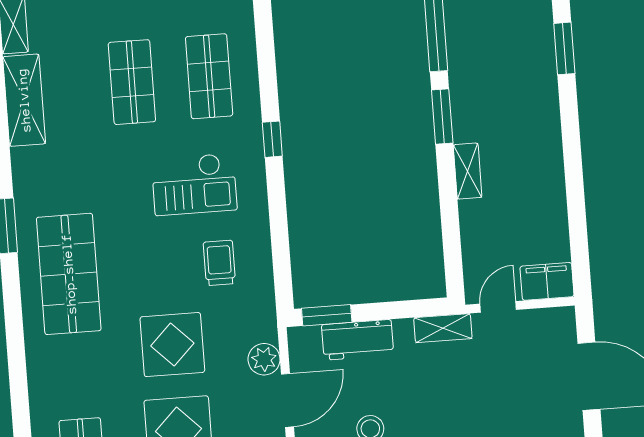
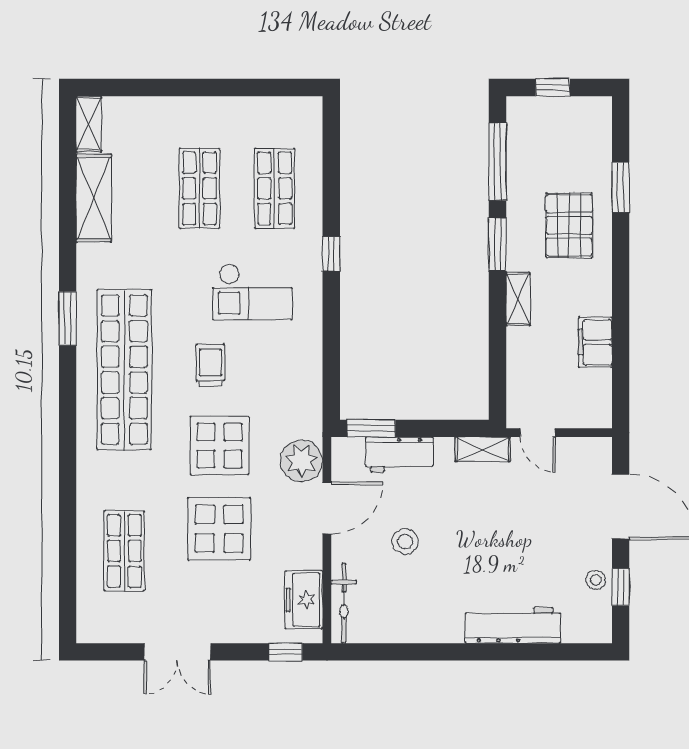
pallet: (514, 91) -> (569, 225), added
trolley: (219, 263) -> (210, 365), moved
shop shelf: (69, 274) -> (124, 370), width x1.40
filing cabinet: (547, 281) -> (595, 342), moved, turned -90
door: (498, 307) -> (538, 433), swing flipped
plant: (264, 359) -> (302, 461), width x1.36, depth x1.36

